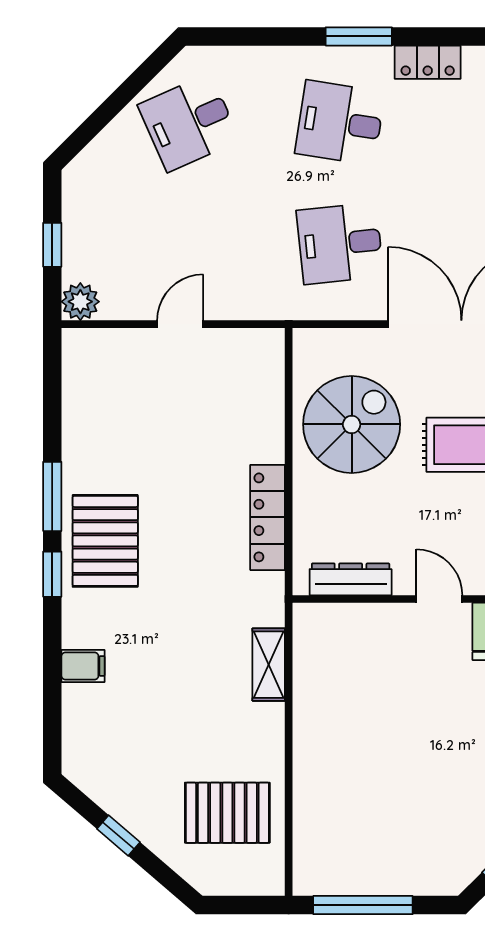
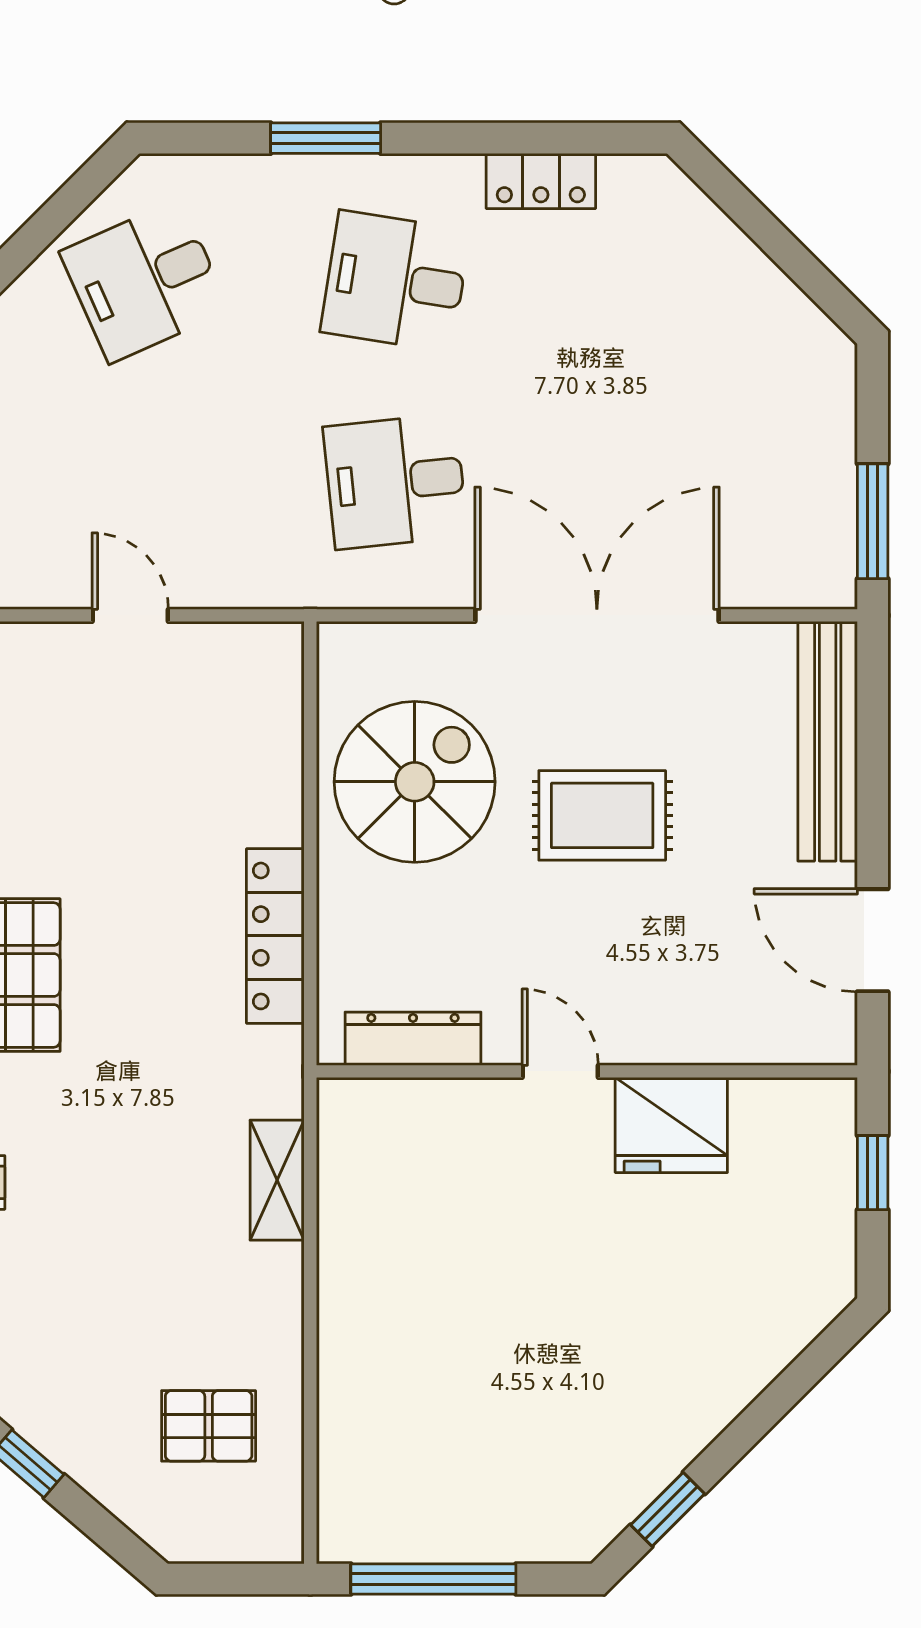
window: (359, 36) -> (326, 138), moved
door: (180, 324) -> (130, 615), hinge flipped
pallet: (227, 813) -> (209, 1426), width x0.67, depth x0.71

